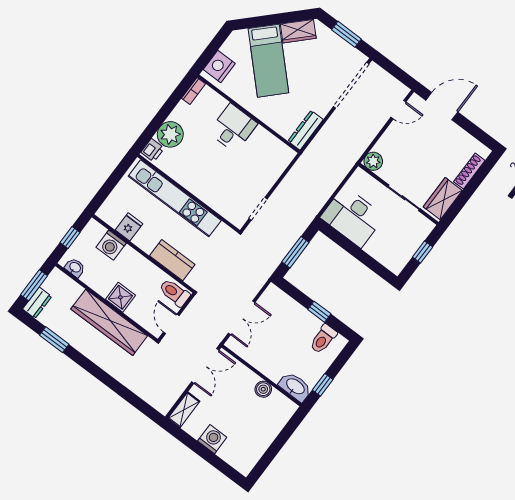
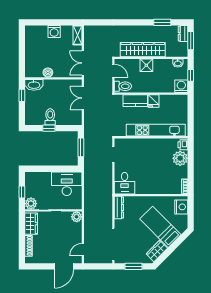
desk: (233, 128) -> (125, 183), moved
fridge: (129, 227) -> (153, 101), moved
plant: (422, 227) -> (31, 204), added
washing machine: (111, 245) -> (181, 86), moved
toilet: (323, 339) -> (50, 117), moved

